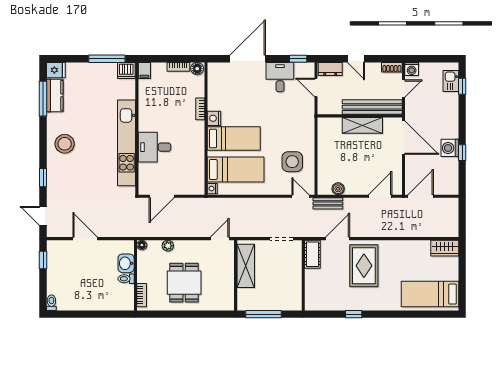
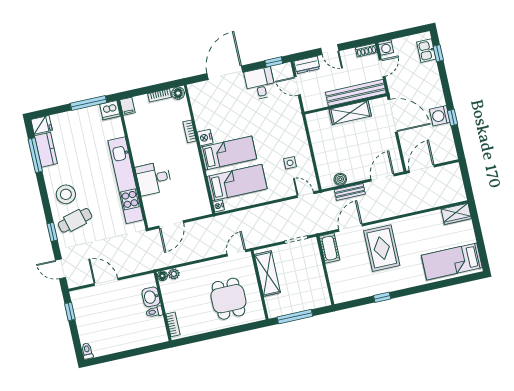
side table: (292, 162) -> (290, 163), width x0.54, depth x0.54
cafe table: (68, 171) -> (75, 220), added
bench: (328, 203) -> (350, 192), moved
plant: (168, 246) -> (174, 274), moved
dining table: (184, 283) -> (228, 299), moved

